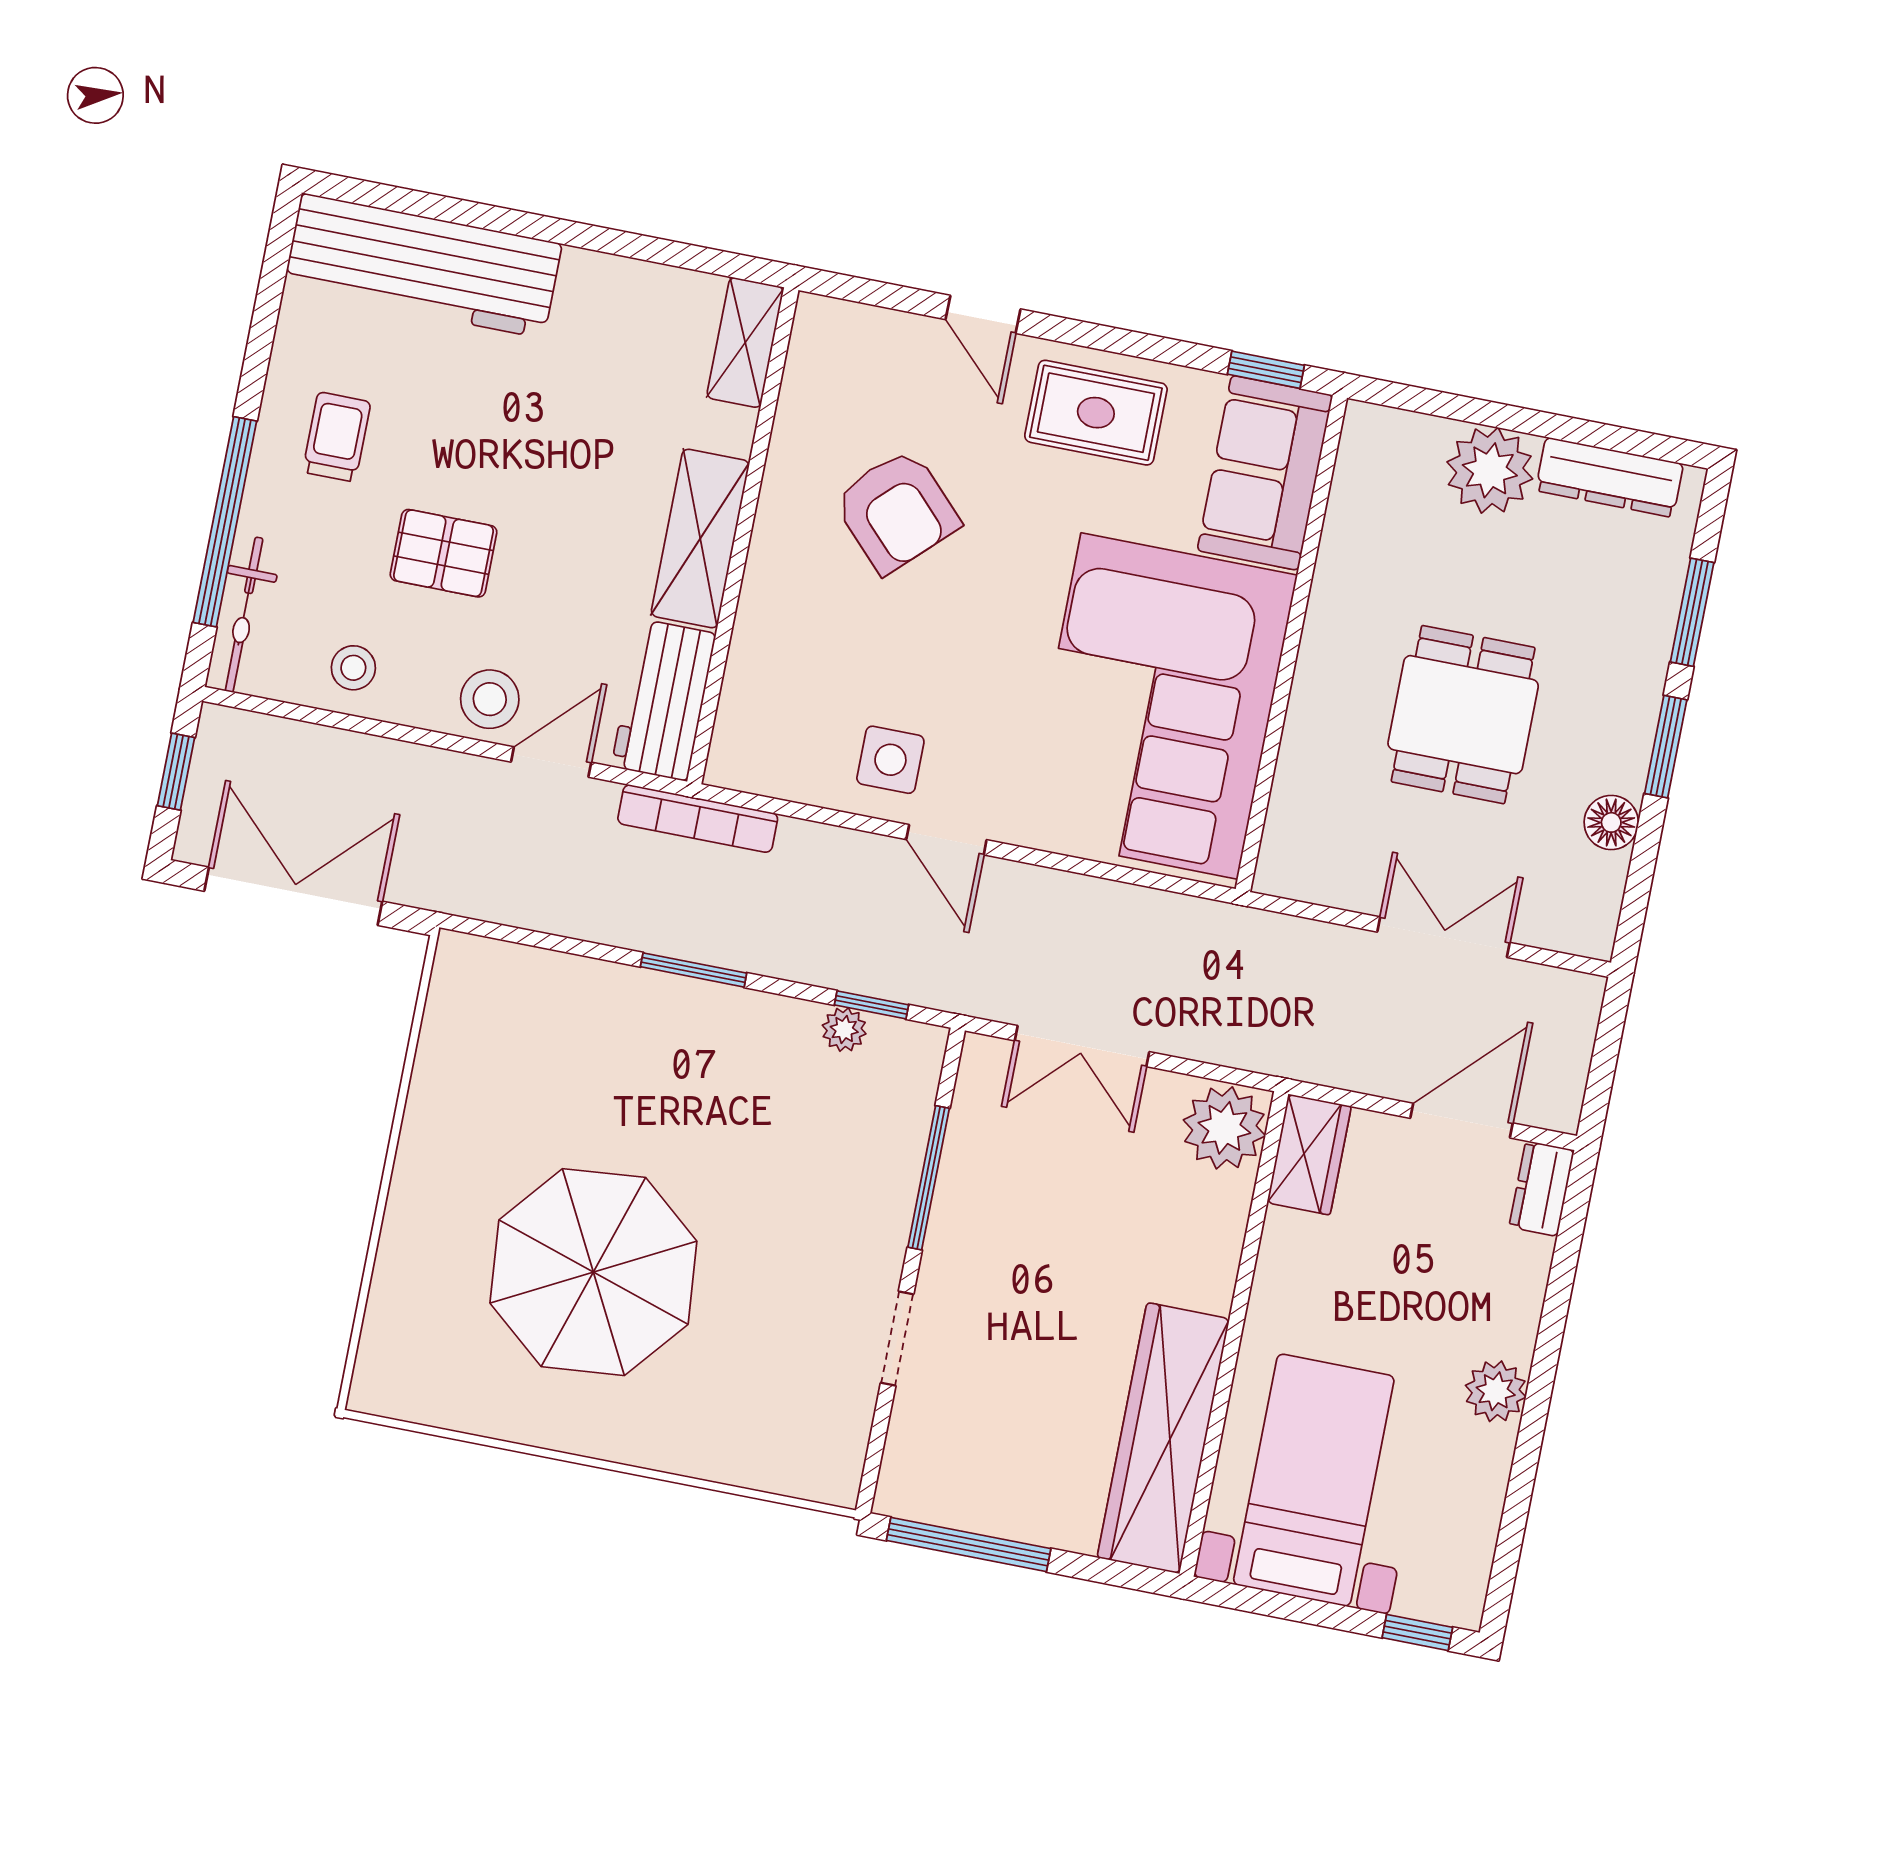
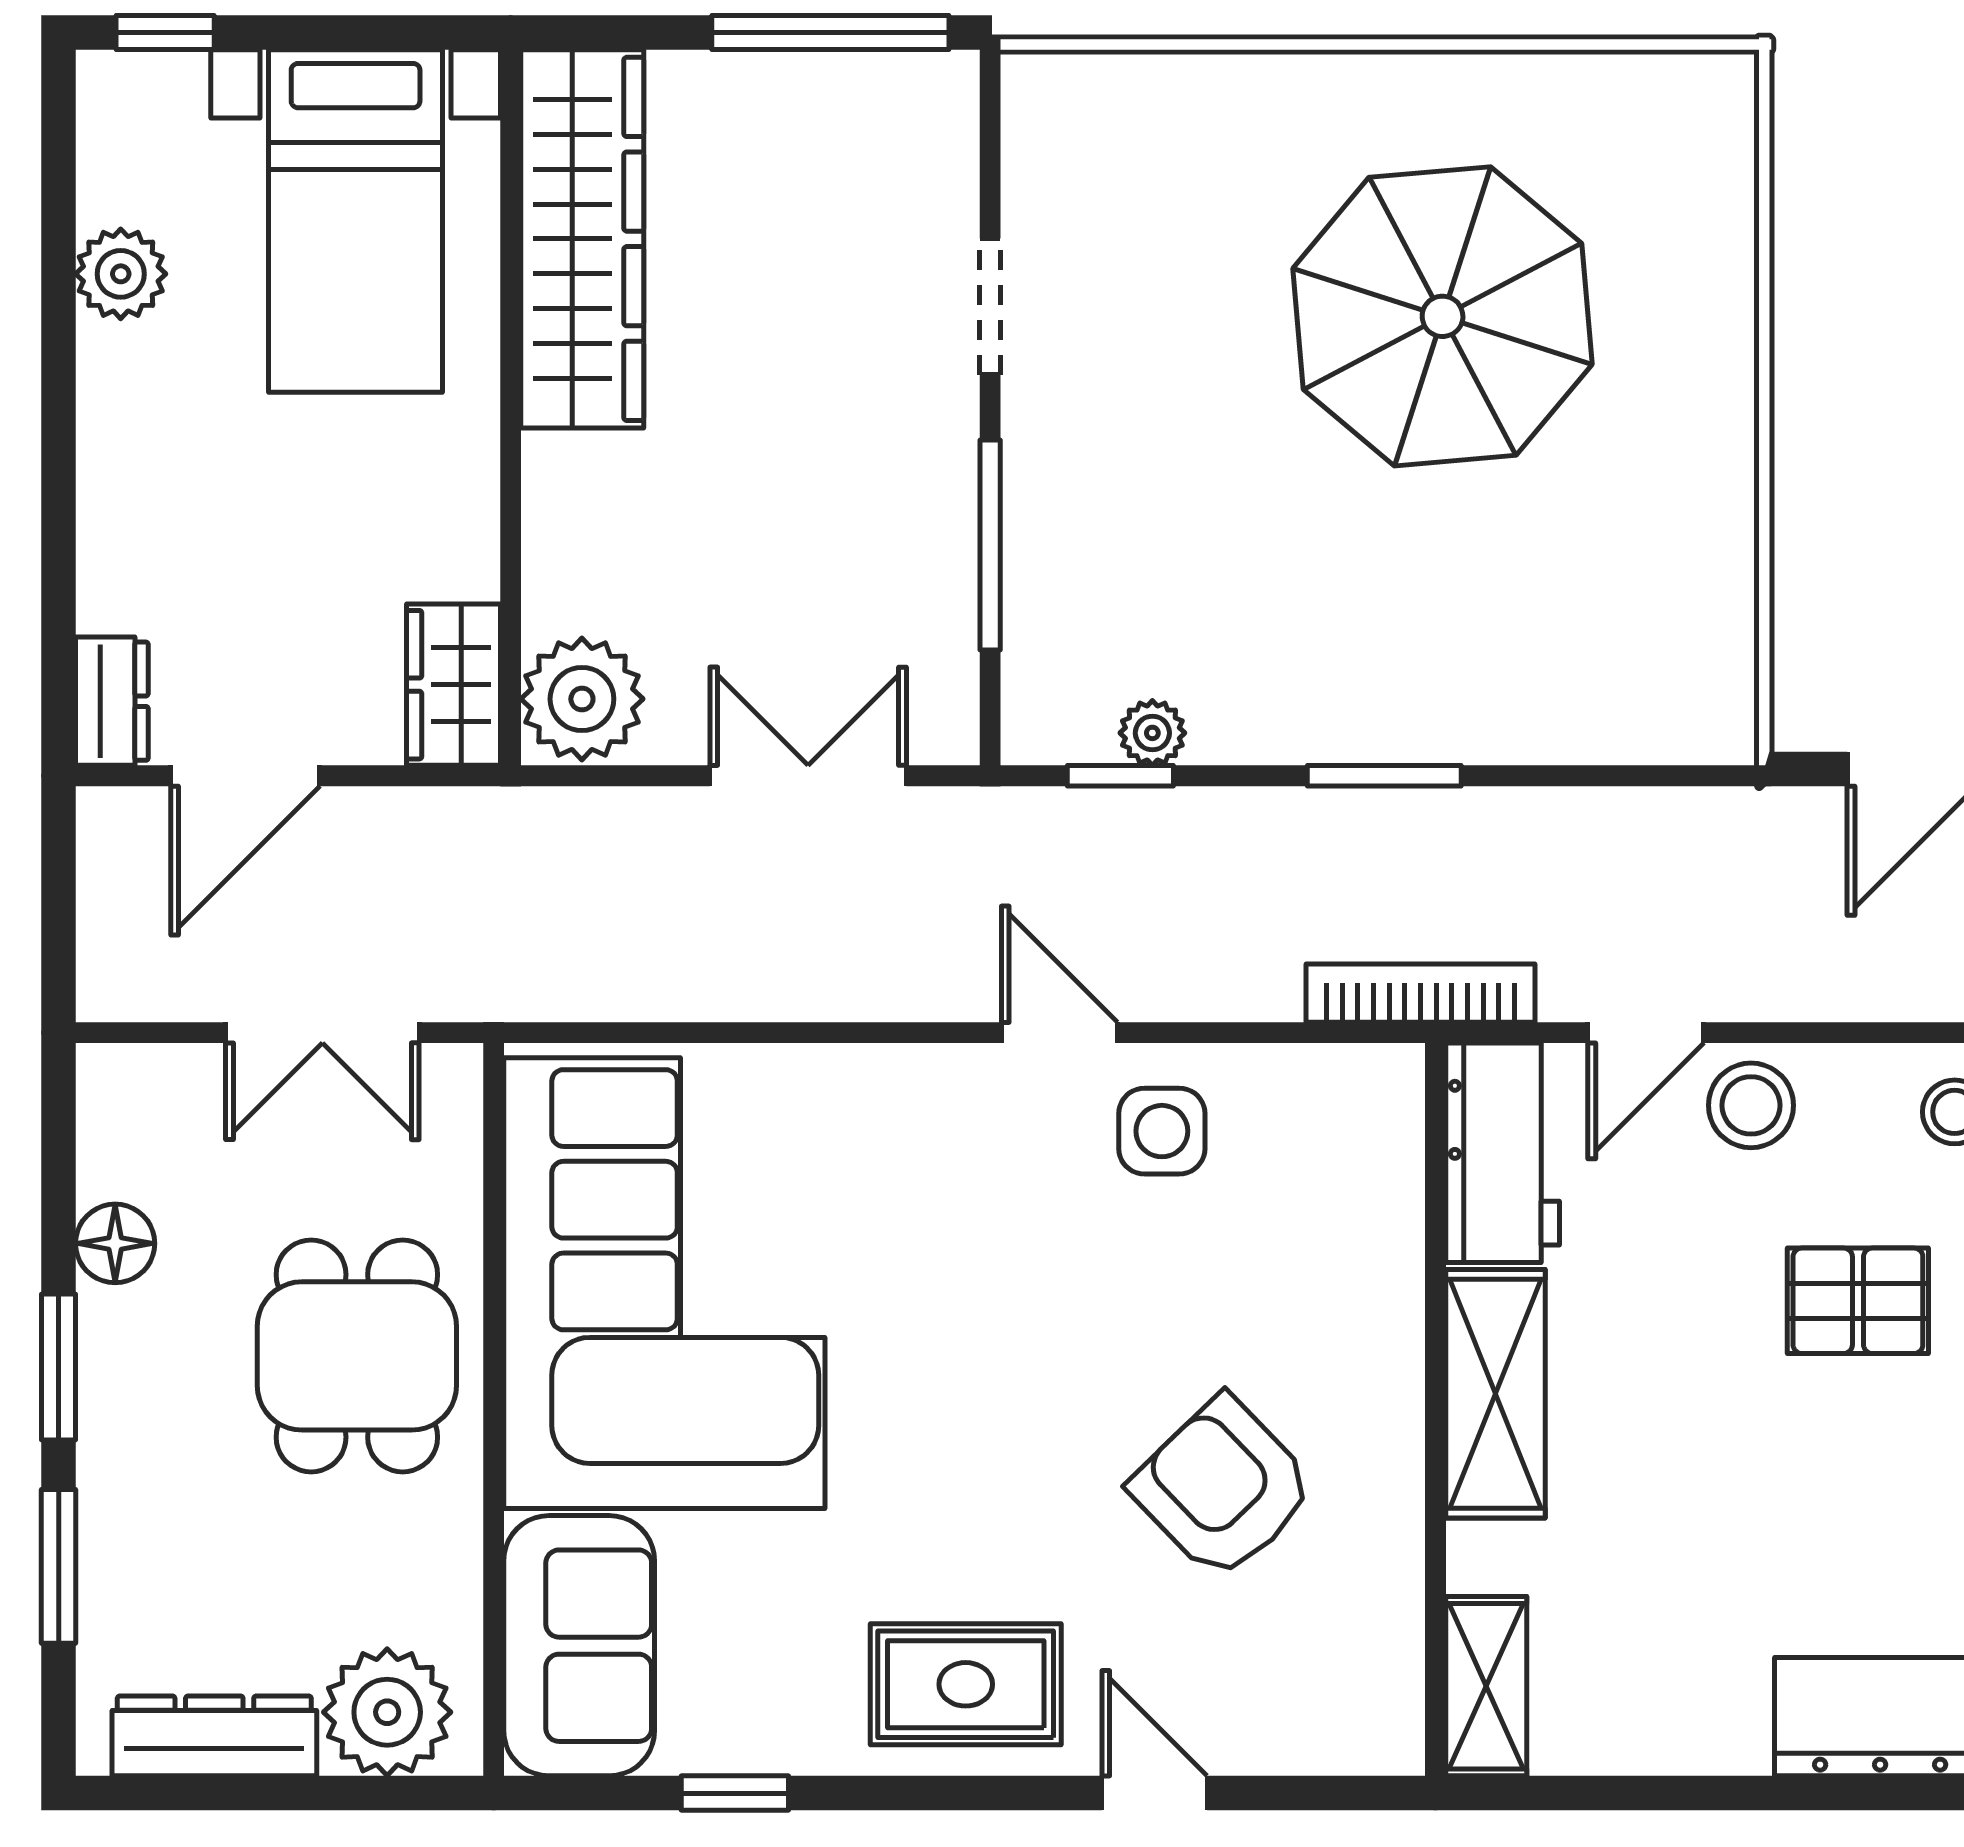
sofa: (1265, 473) -> (579, 1646), moved
wall: (1291, 643) -> (494, 1409), moved
corner sofa: (1159, 706) -> (664, 1283), moved
plant: (1496, 1391) -> (121, 274), moved

